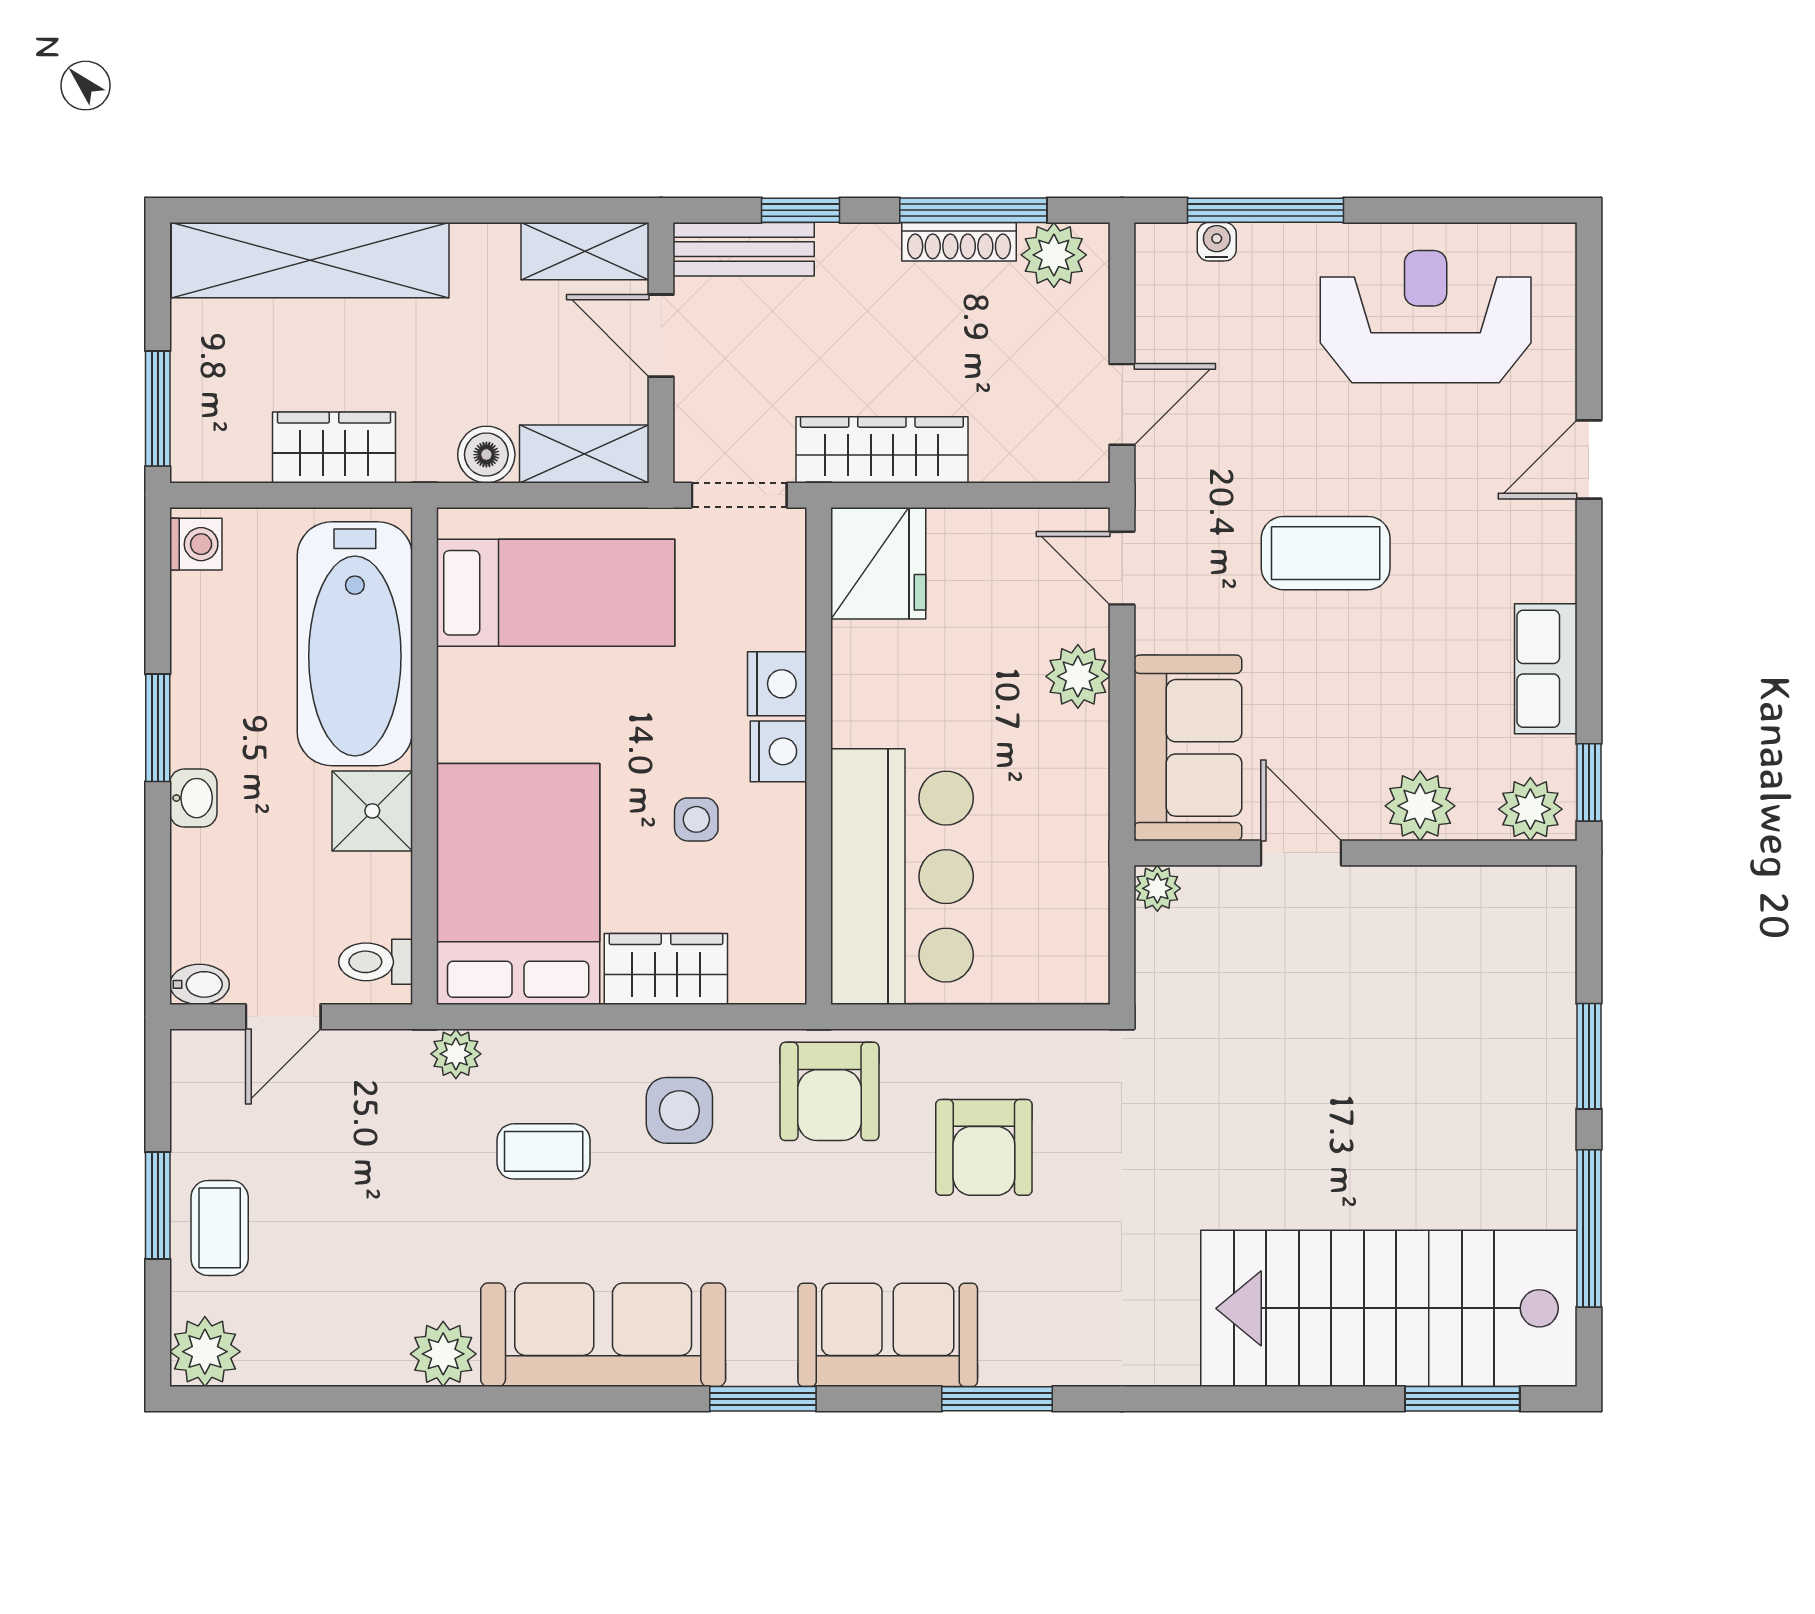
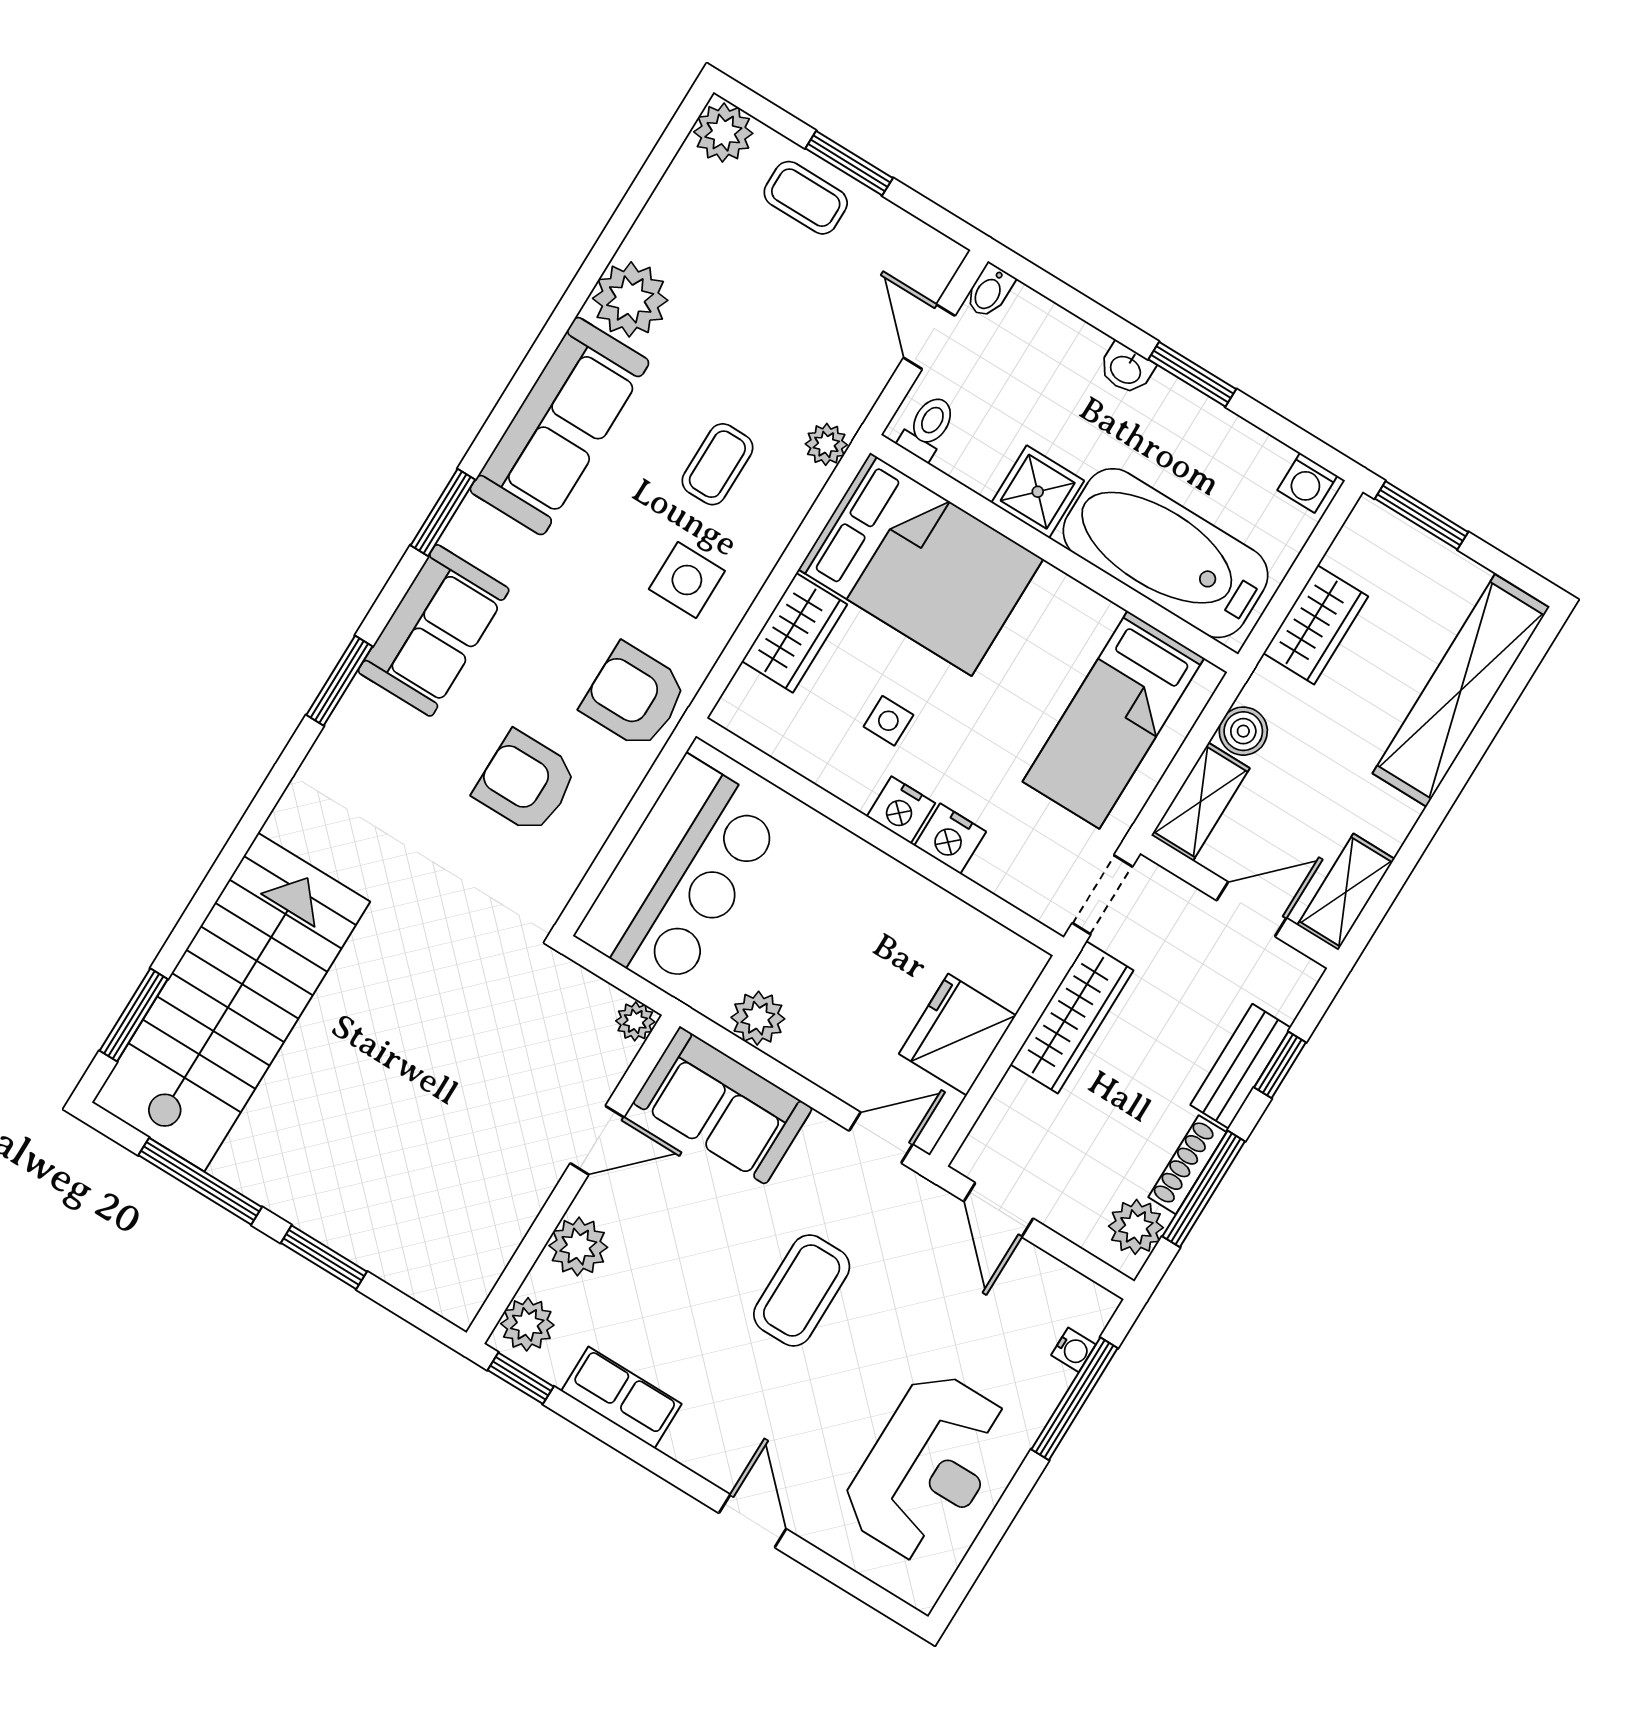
bench: (744, 249) -> (1240, 1066), moved
fridge: (878, 563) -> (957, 1035), moved, turned 90
plant: (1078, 676) -> (758, 1018), moved
bar counter: (902, 877) -> (680, 875), moved, turned -90
plant: (443, 1354) -> (630, 299), width x1.36, depth x1.36

